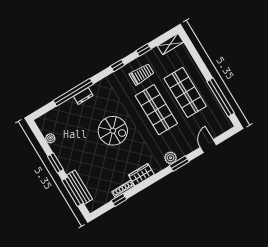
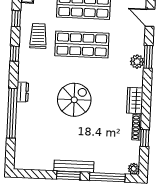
dresser: (83, 96) -> (23, 92), moved
plant: (50, 138) -> (134, 169), moved
bench: (80, 187) -> (74, 166), moved

